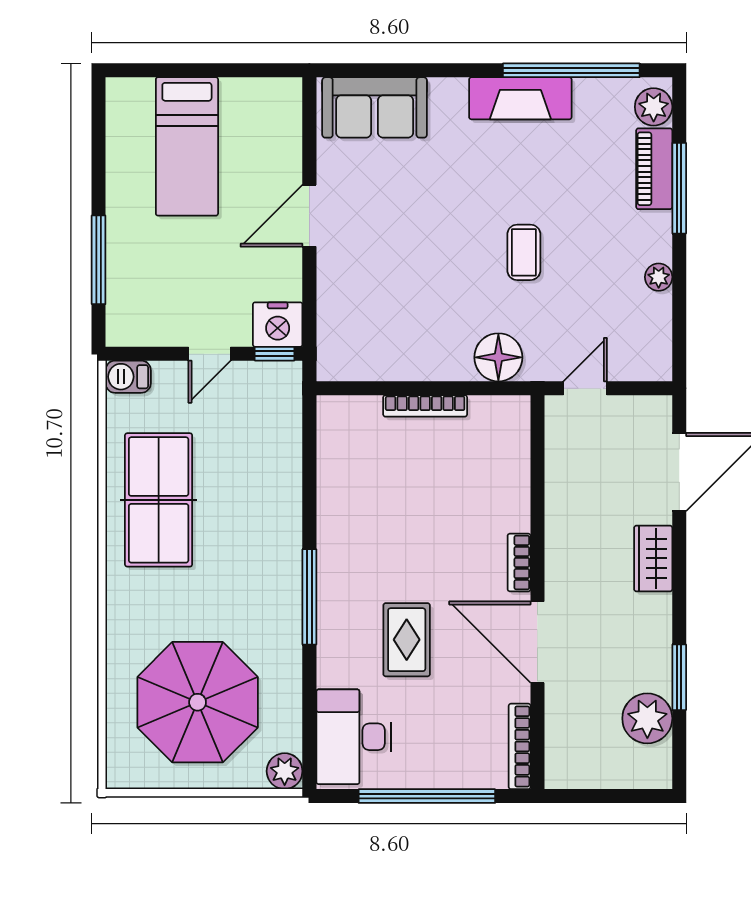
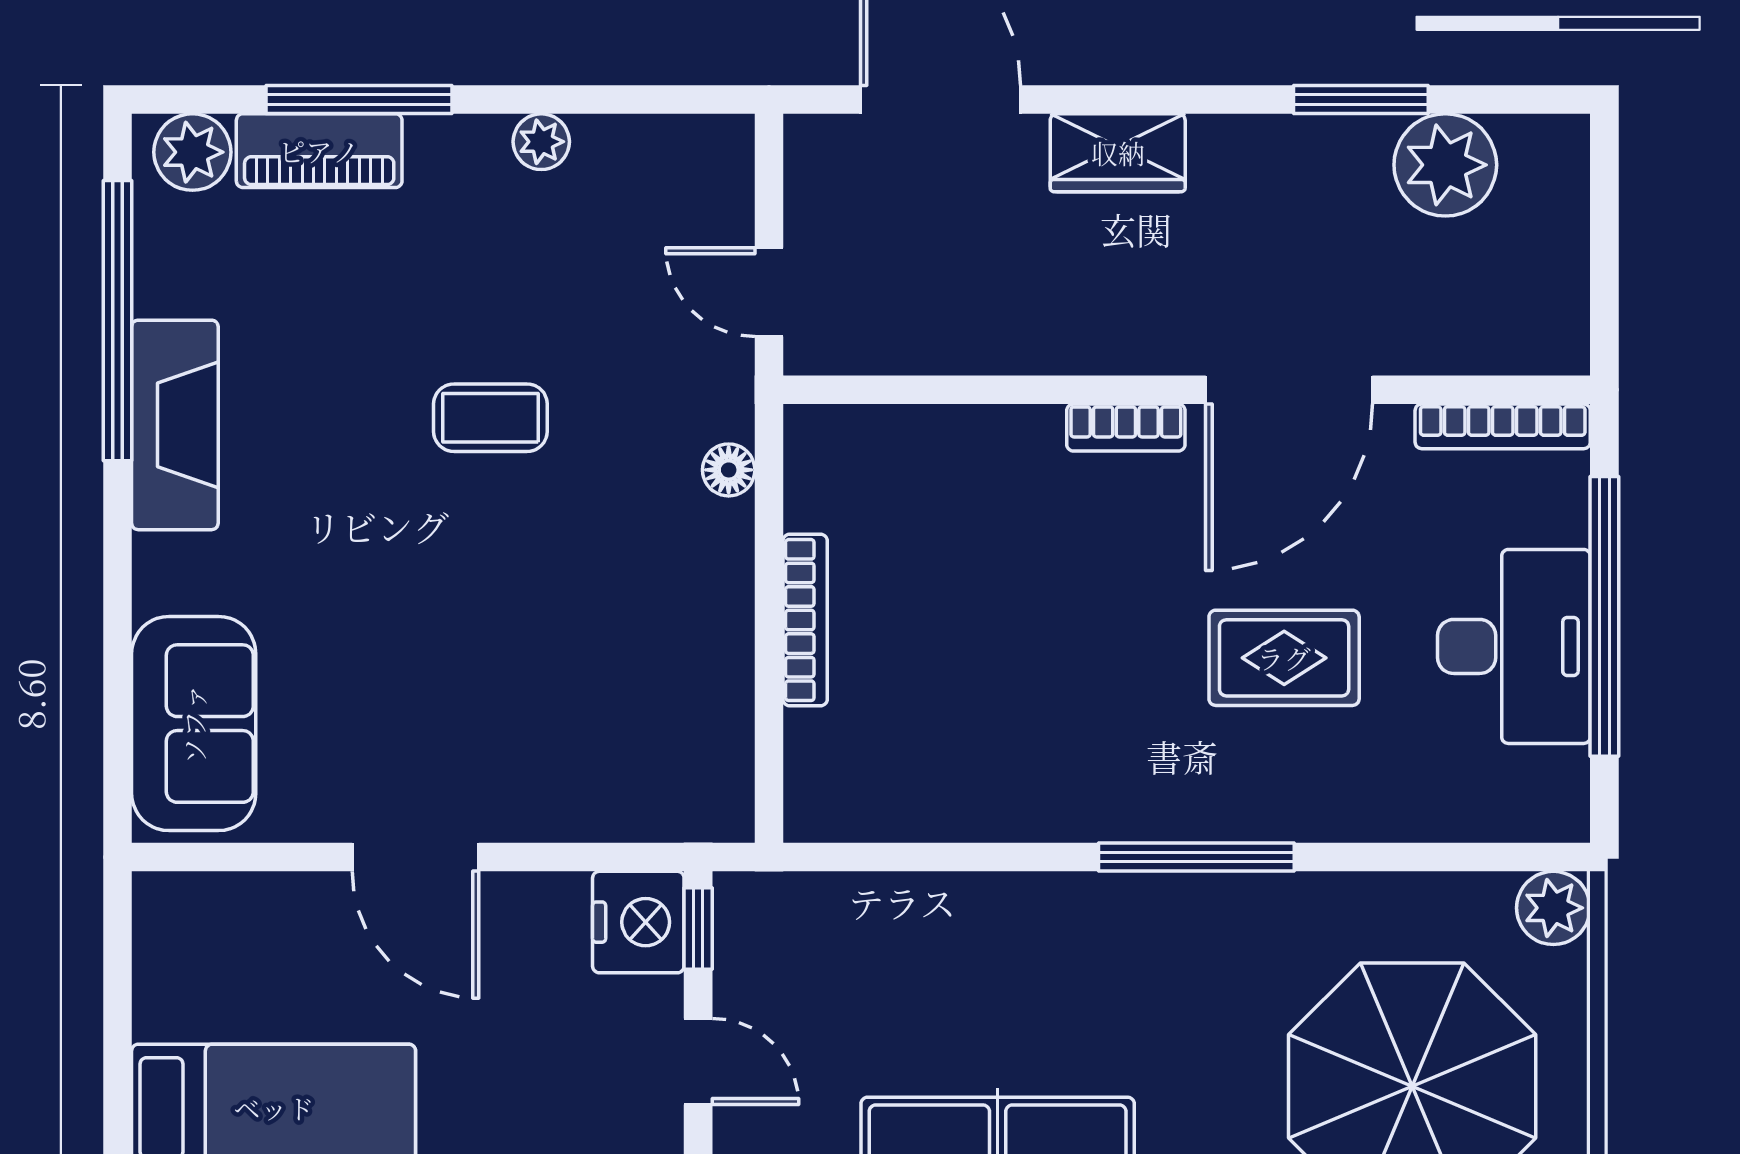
floor lamp: (498, 357) -> (729, 470), width x0.53, depth x0.53
desk: (354, 737) -> (1514, 646), moved, turned -90

